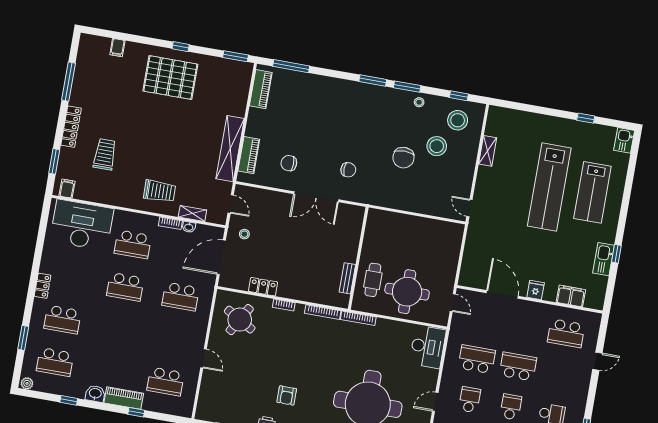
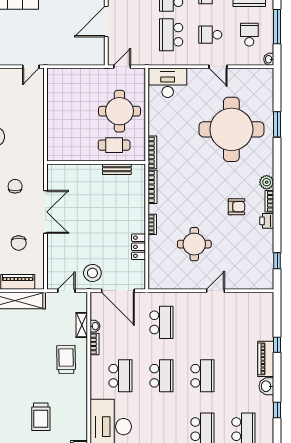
trolley: (105, 154) -> (41, 417), turned -90
stool: (244, 234) -> (92, 273), width x1.89, depth x1.89
round table: (240, 320) -> (194, 244), moved, turned -30
school desk: (166, 381) -> (202, 376), moved

